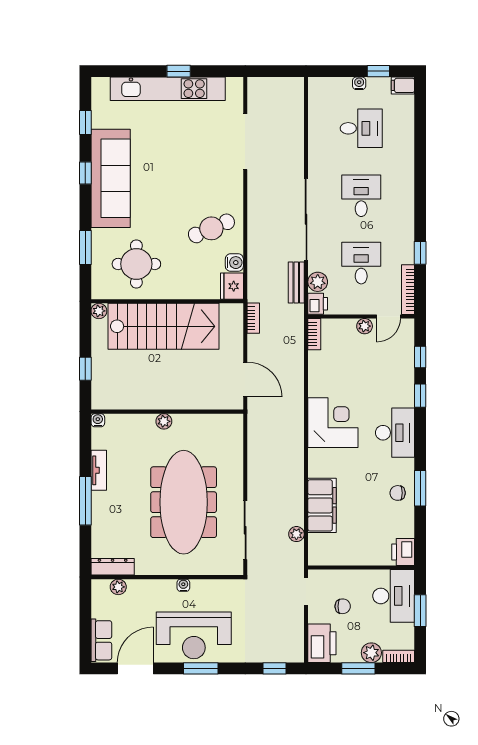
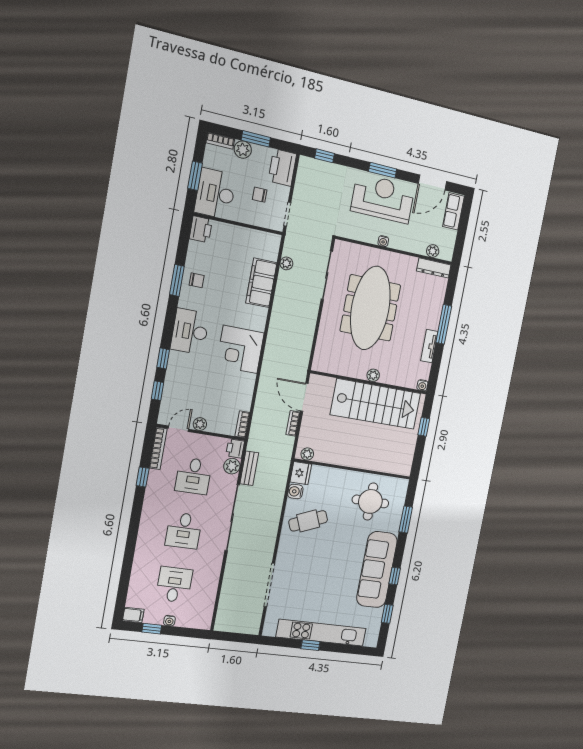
desk: (361, 128) -> (174, 585), turned 90
plant: (99, 311) -> (307, 454), moved
bookcase: (253, 318) -> (293, 423), moved
stairs: (164, 326) -> (376, 404), moved, turned 180

